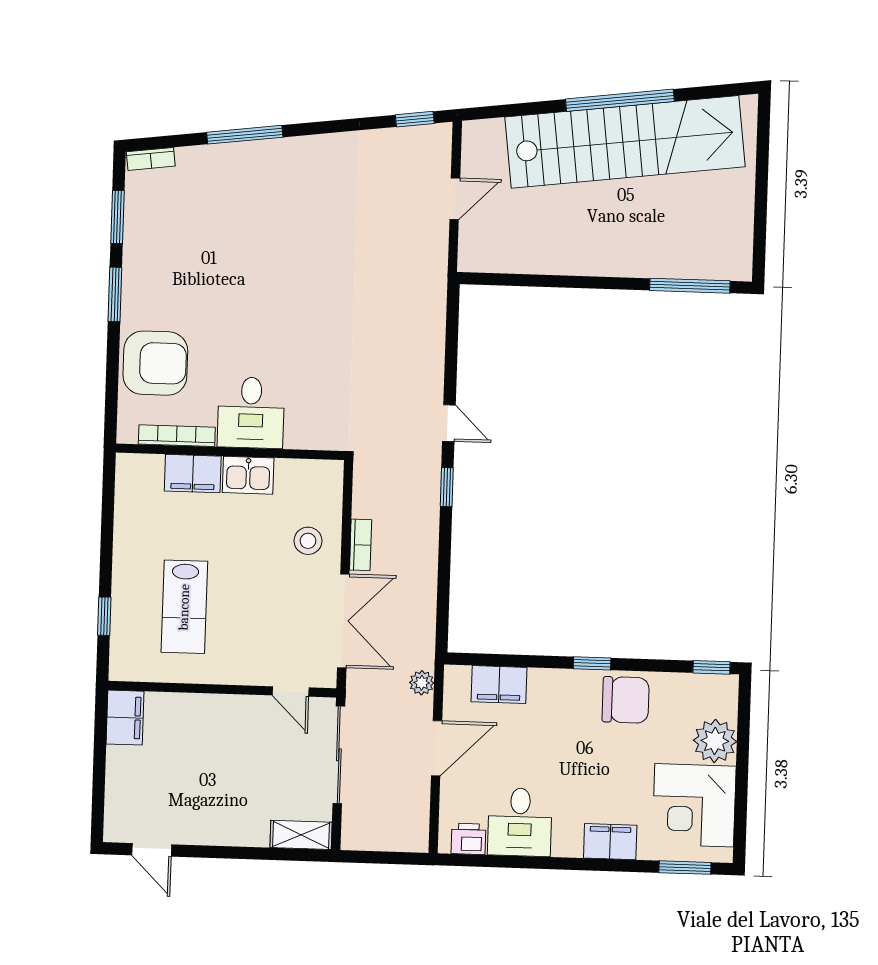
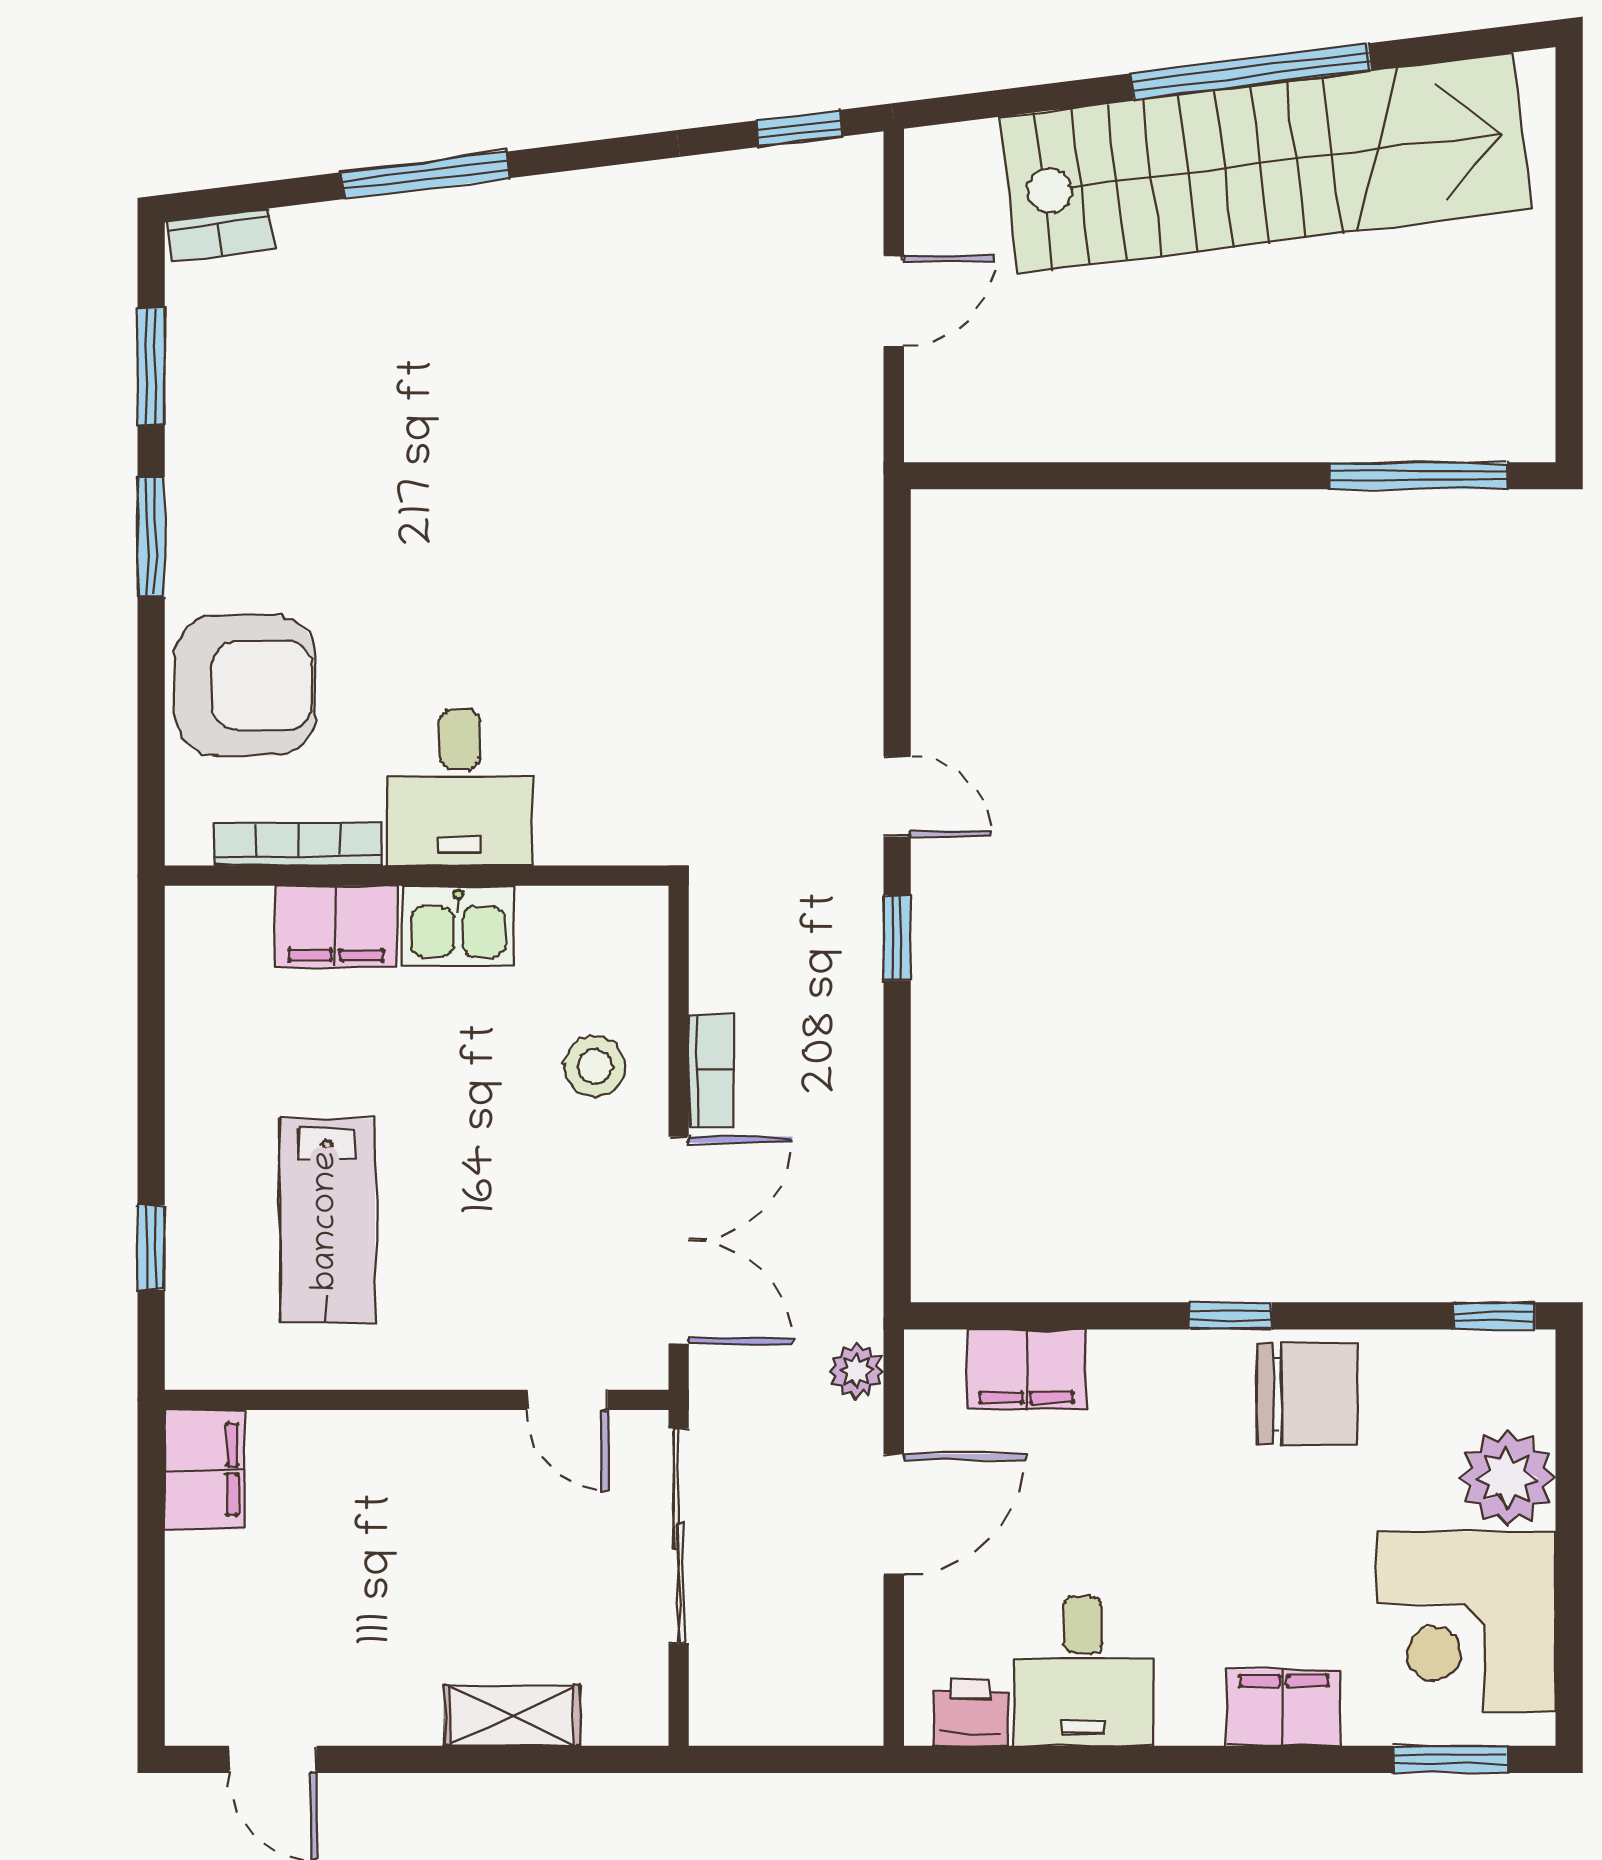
shelving: (301, 835) -> (512, 1716), moved

